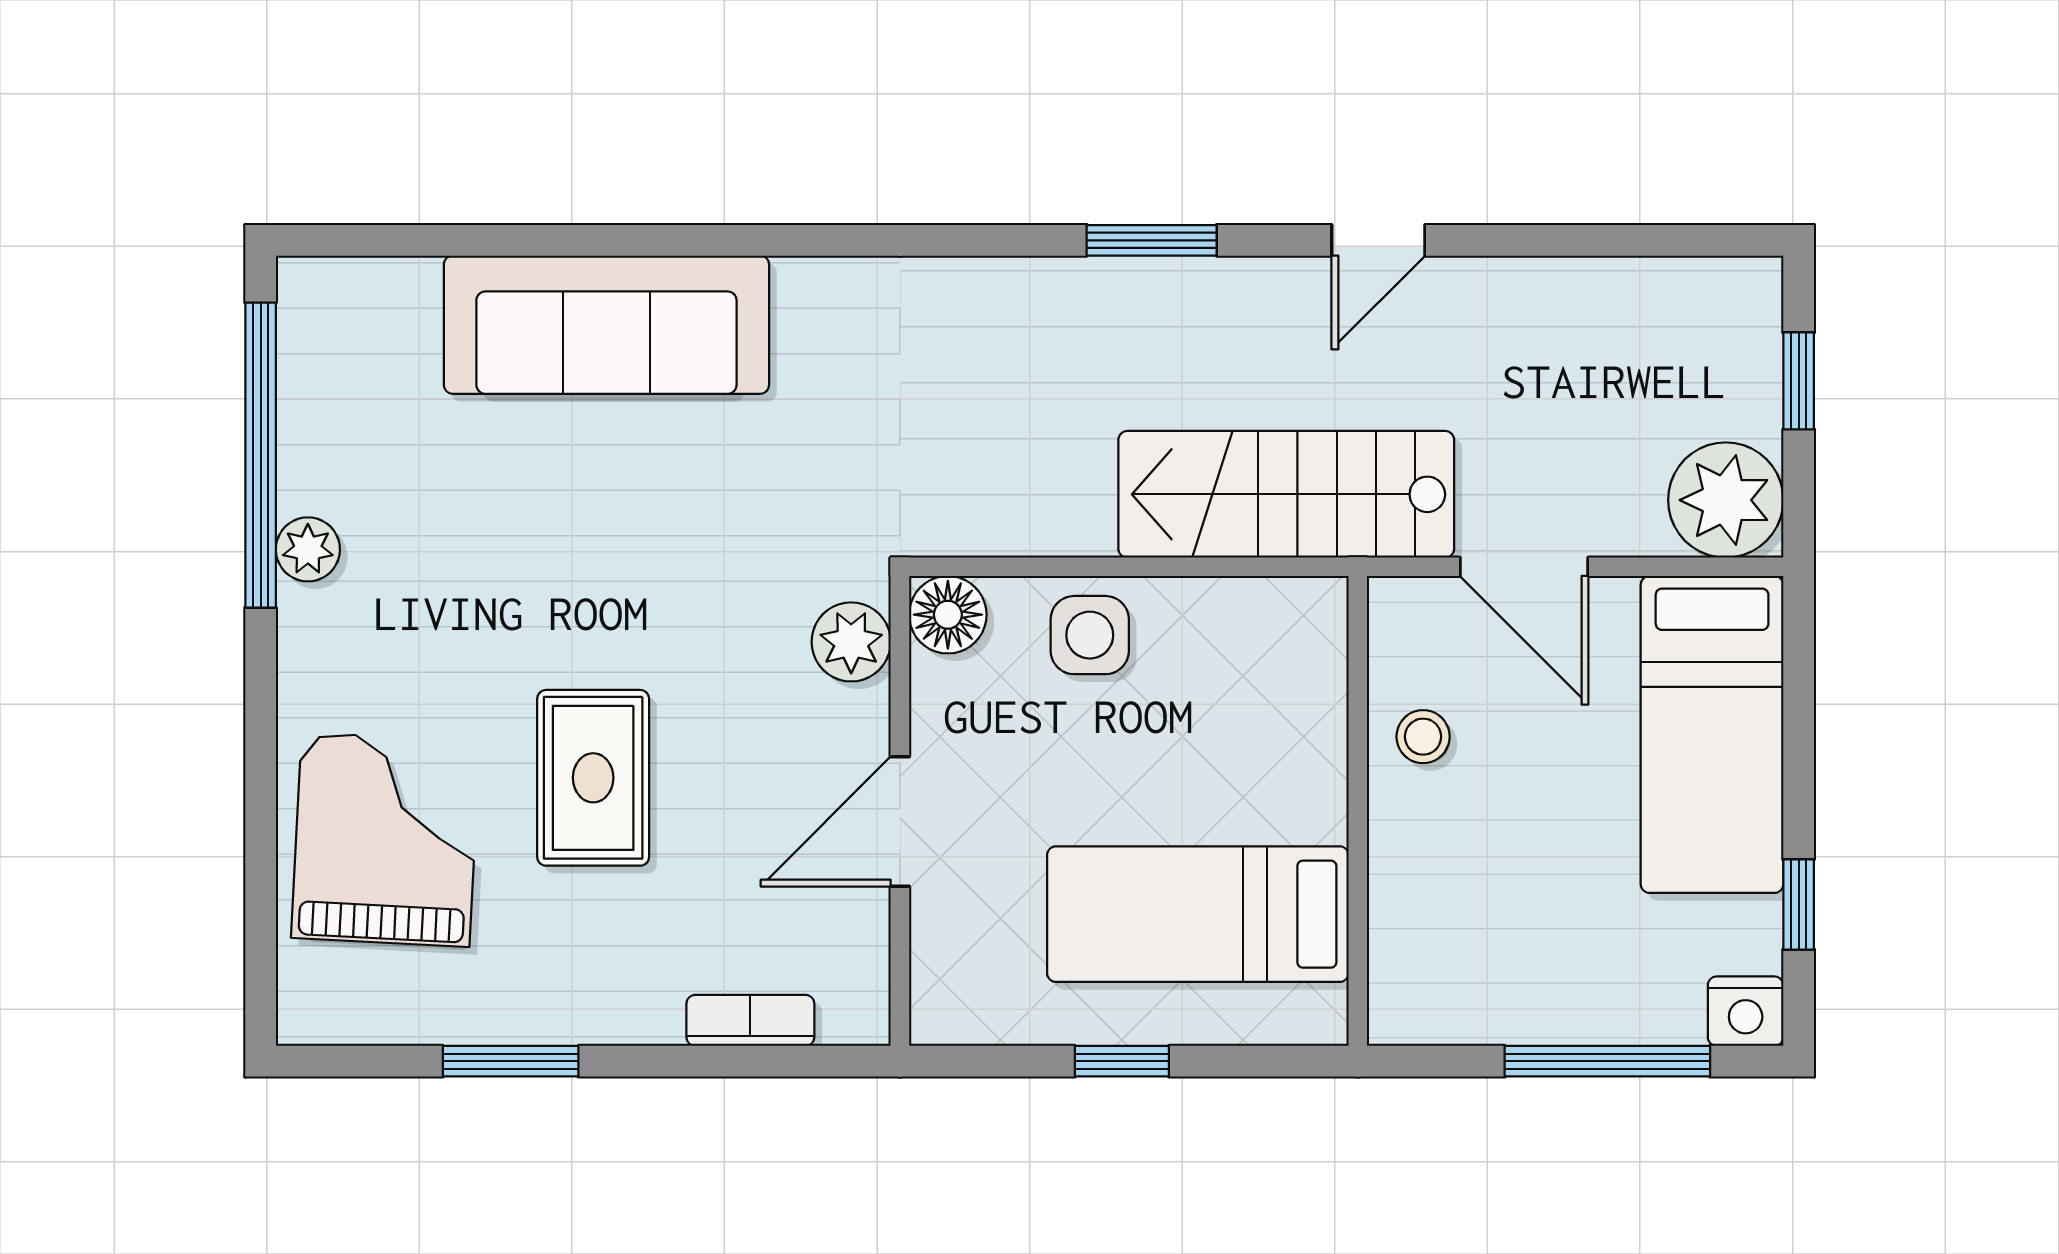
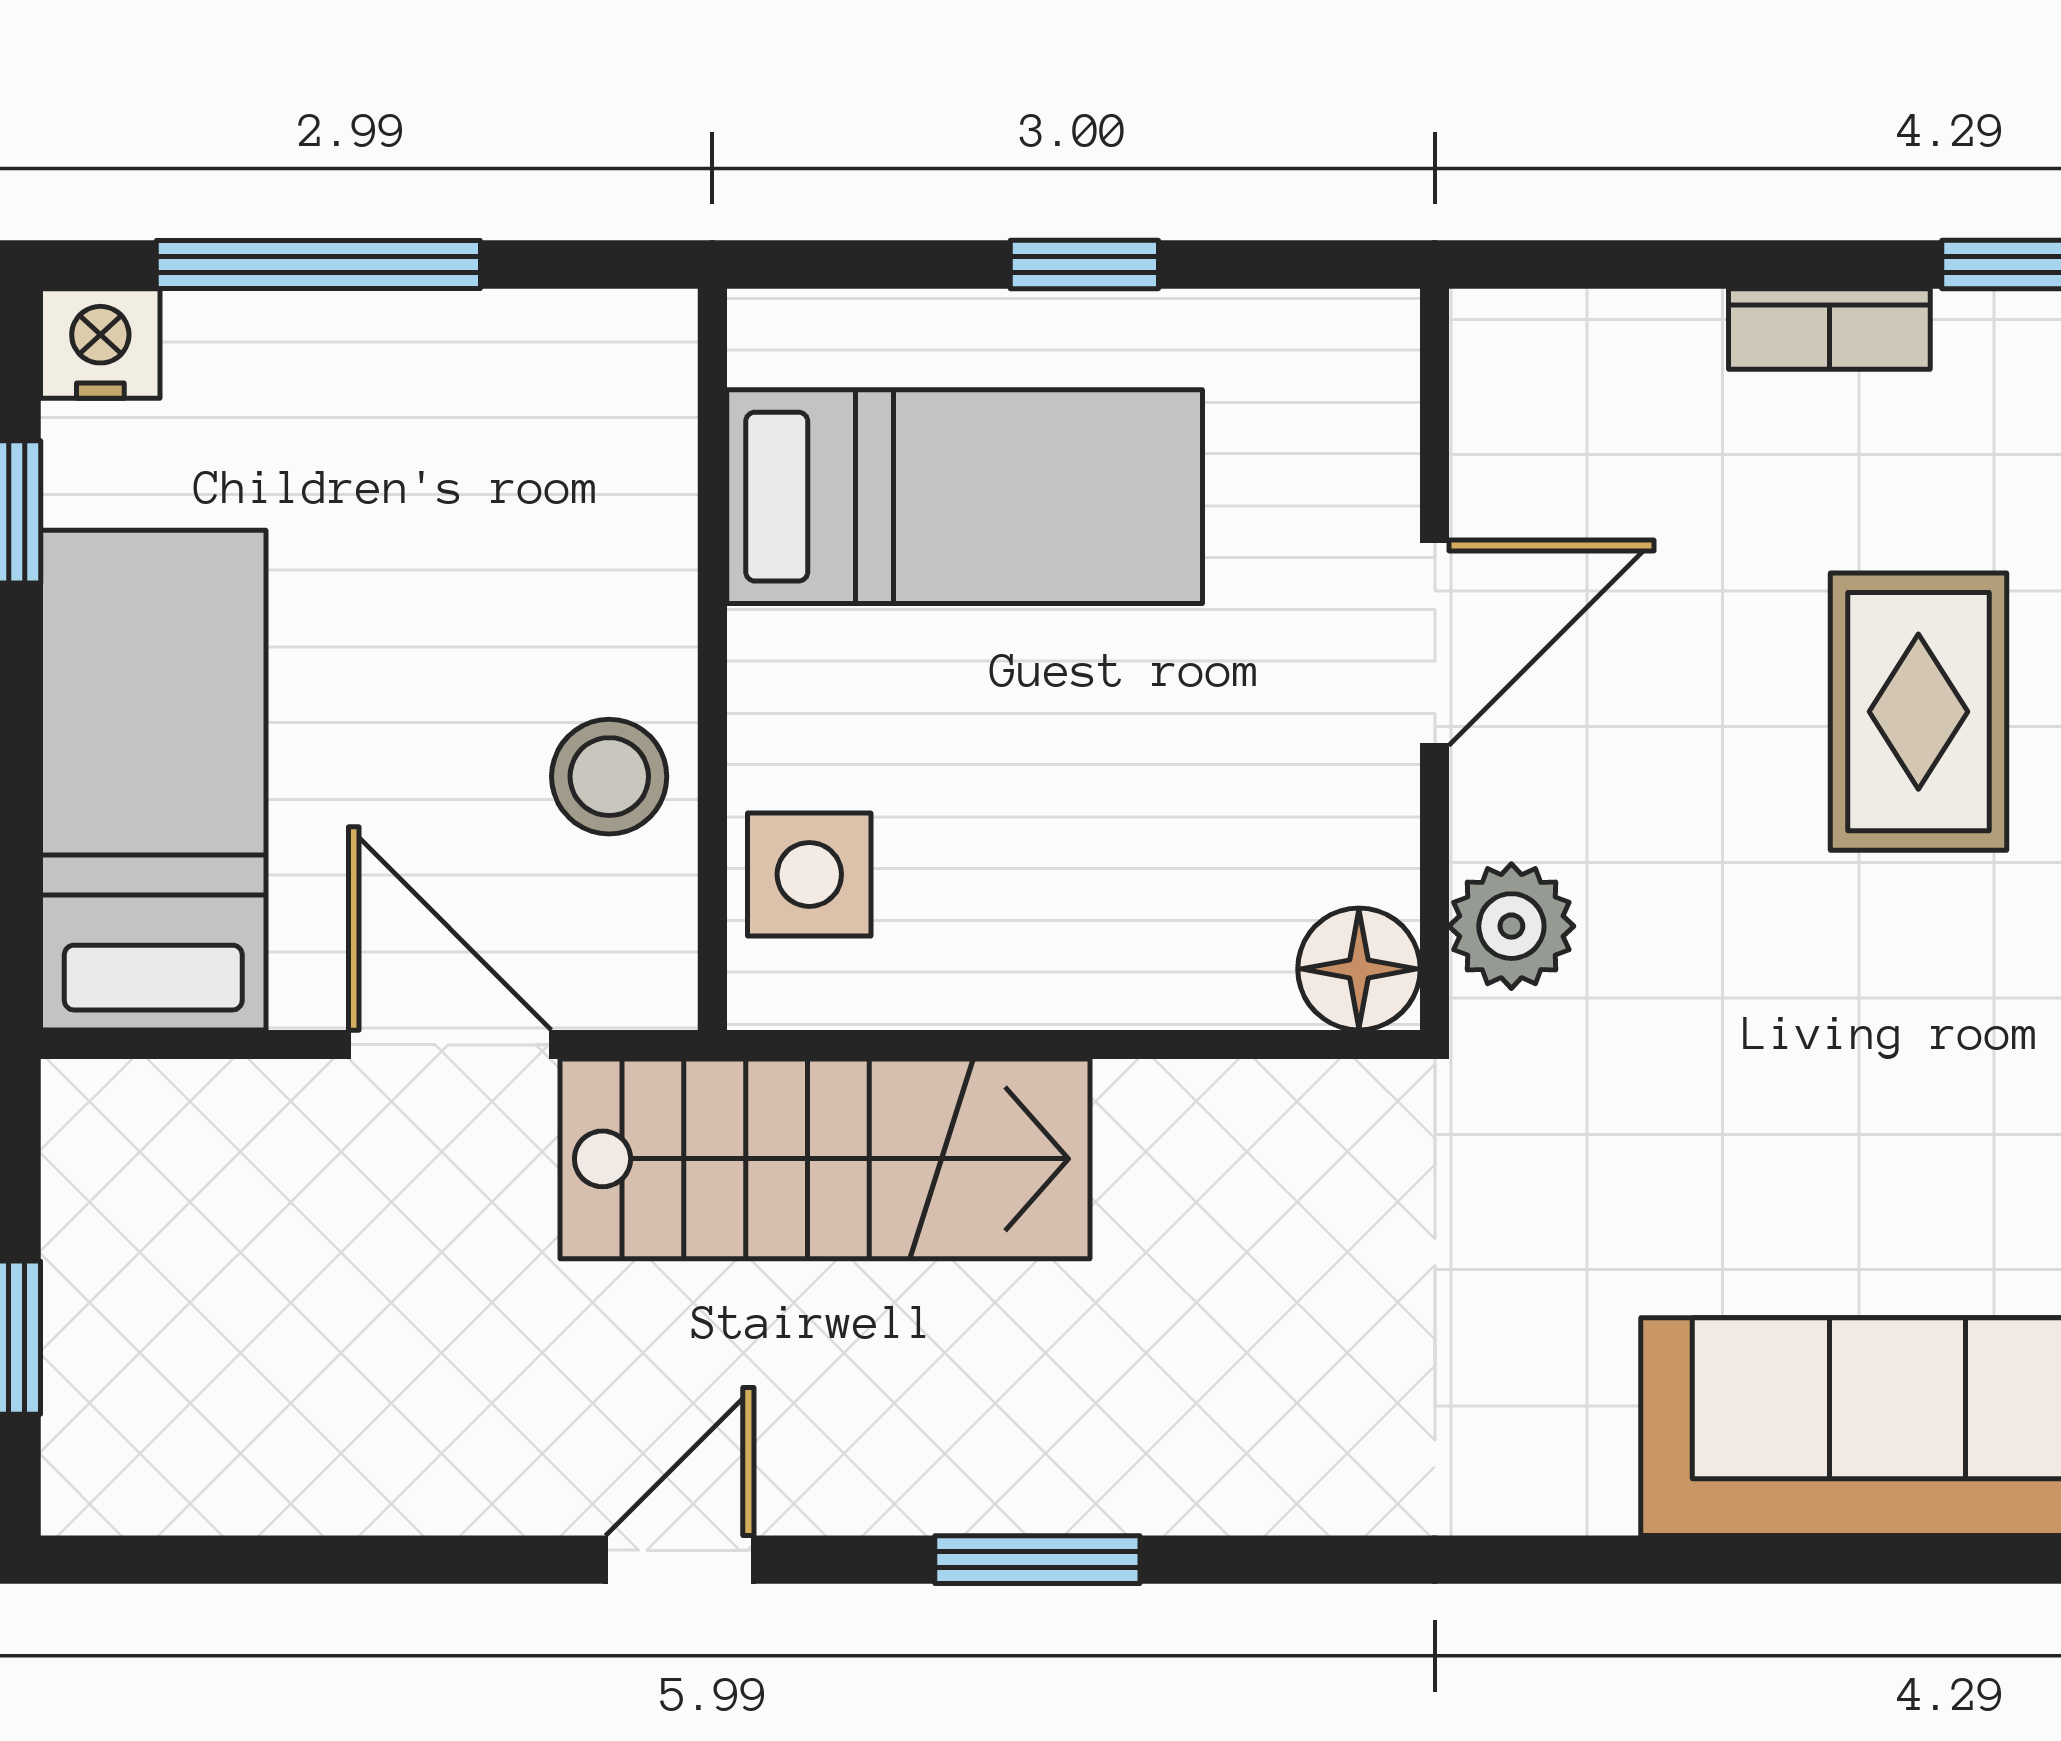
plant: (1726, 500) -> (132, 1150), removed
side table: (1090, 635) -> (809, 874), moved
stool: (1423, 737) -> (609, 777), width x1.37, depth x1.37
bookcase: (750, 1020) -> (1829, 329), moved

